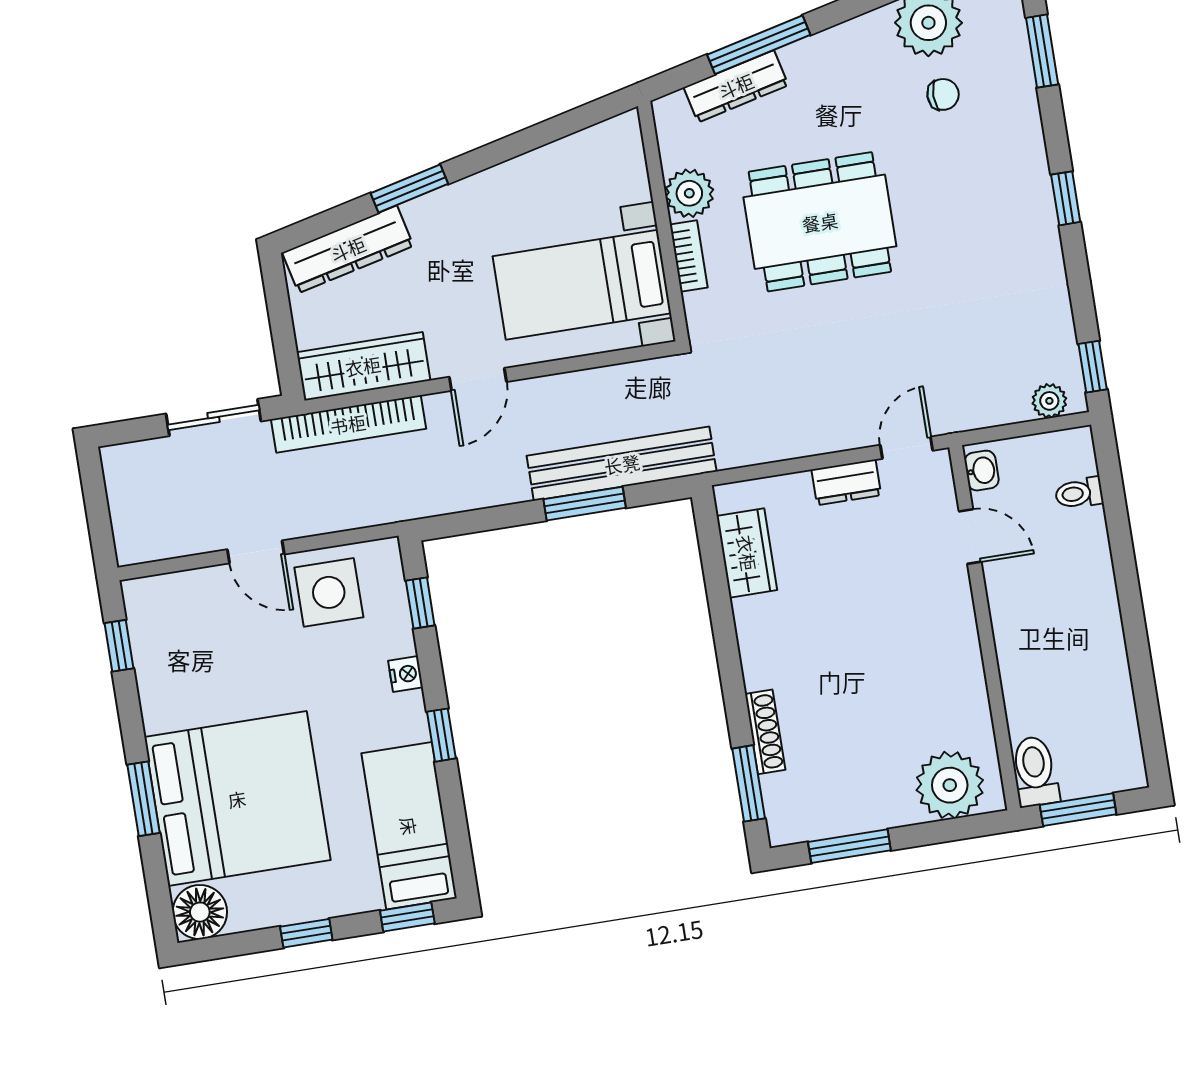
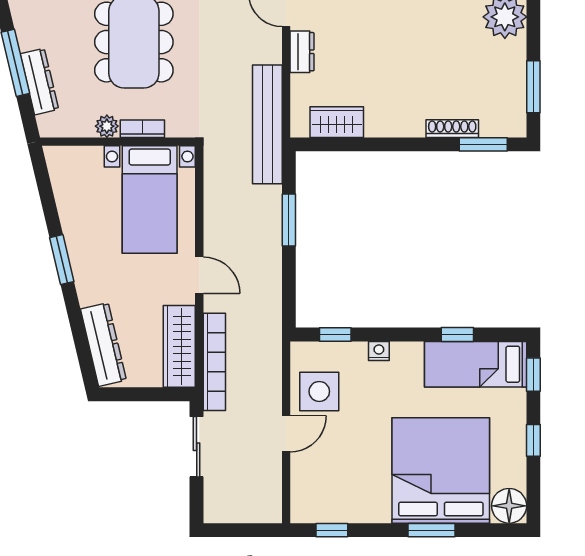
window: (409, 189) -> (62, 260), moved
plant: (689, 193) -> (107, 126), width x0.73, depth x0.73
bench: (622, 464) -> (267, 124), moved
window: (441, 735) -> (457, 334), moved

